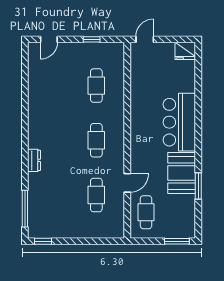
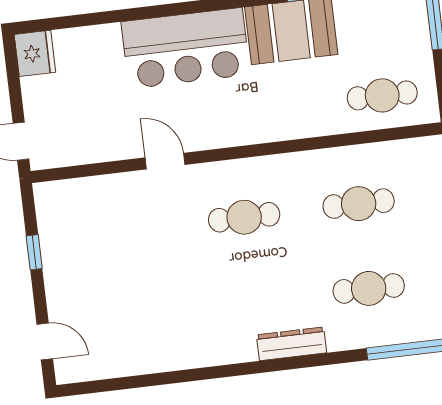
cafe table: (96, 86) -> (369, 288), moved
dresser: (34, 160) -> (292, 344), width x1.44
door: (127, 183) -> (165, 161), moved

